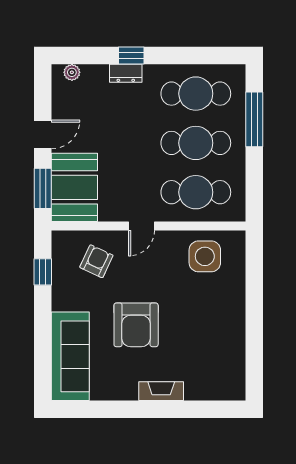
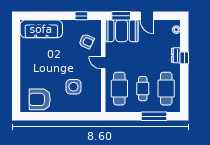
cafe table: (196, 143) -> (143, 89), width x0.73, depth x0.74
side table: (205, 256) -> (73, 87), moved
armchair: (136, 325) -> (40, 99), moved
fireplace: (161, 391) -> (25, 72), removed

